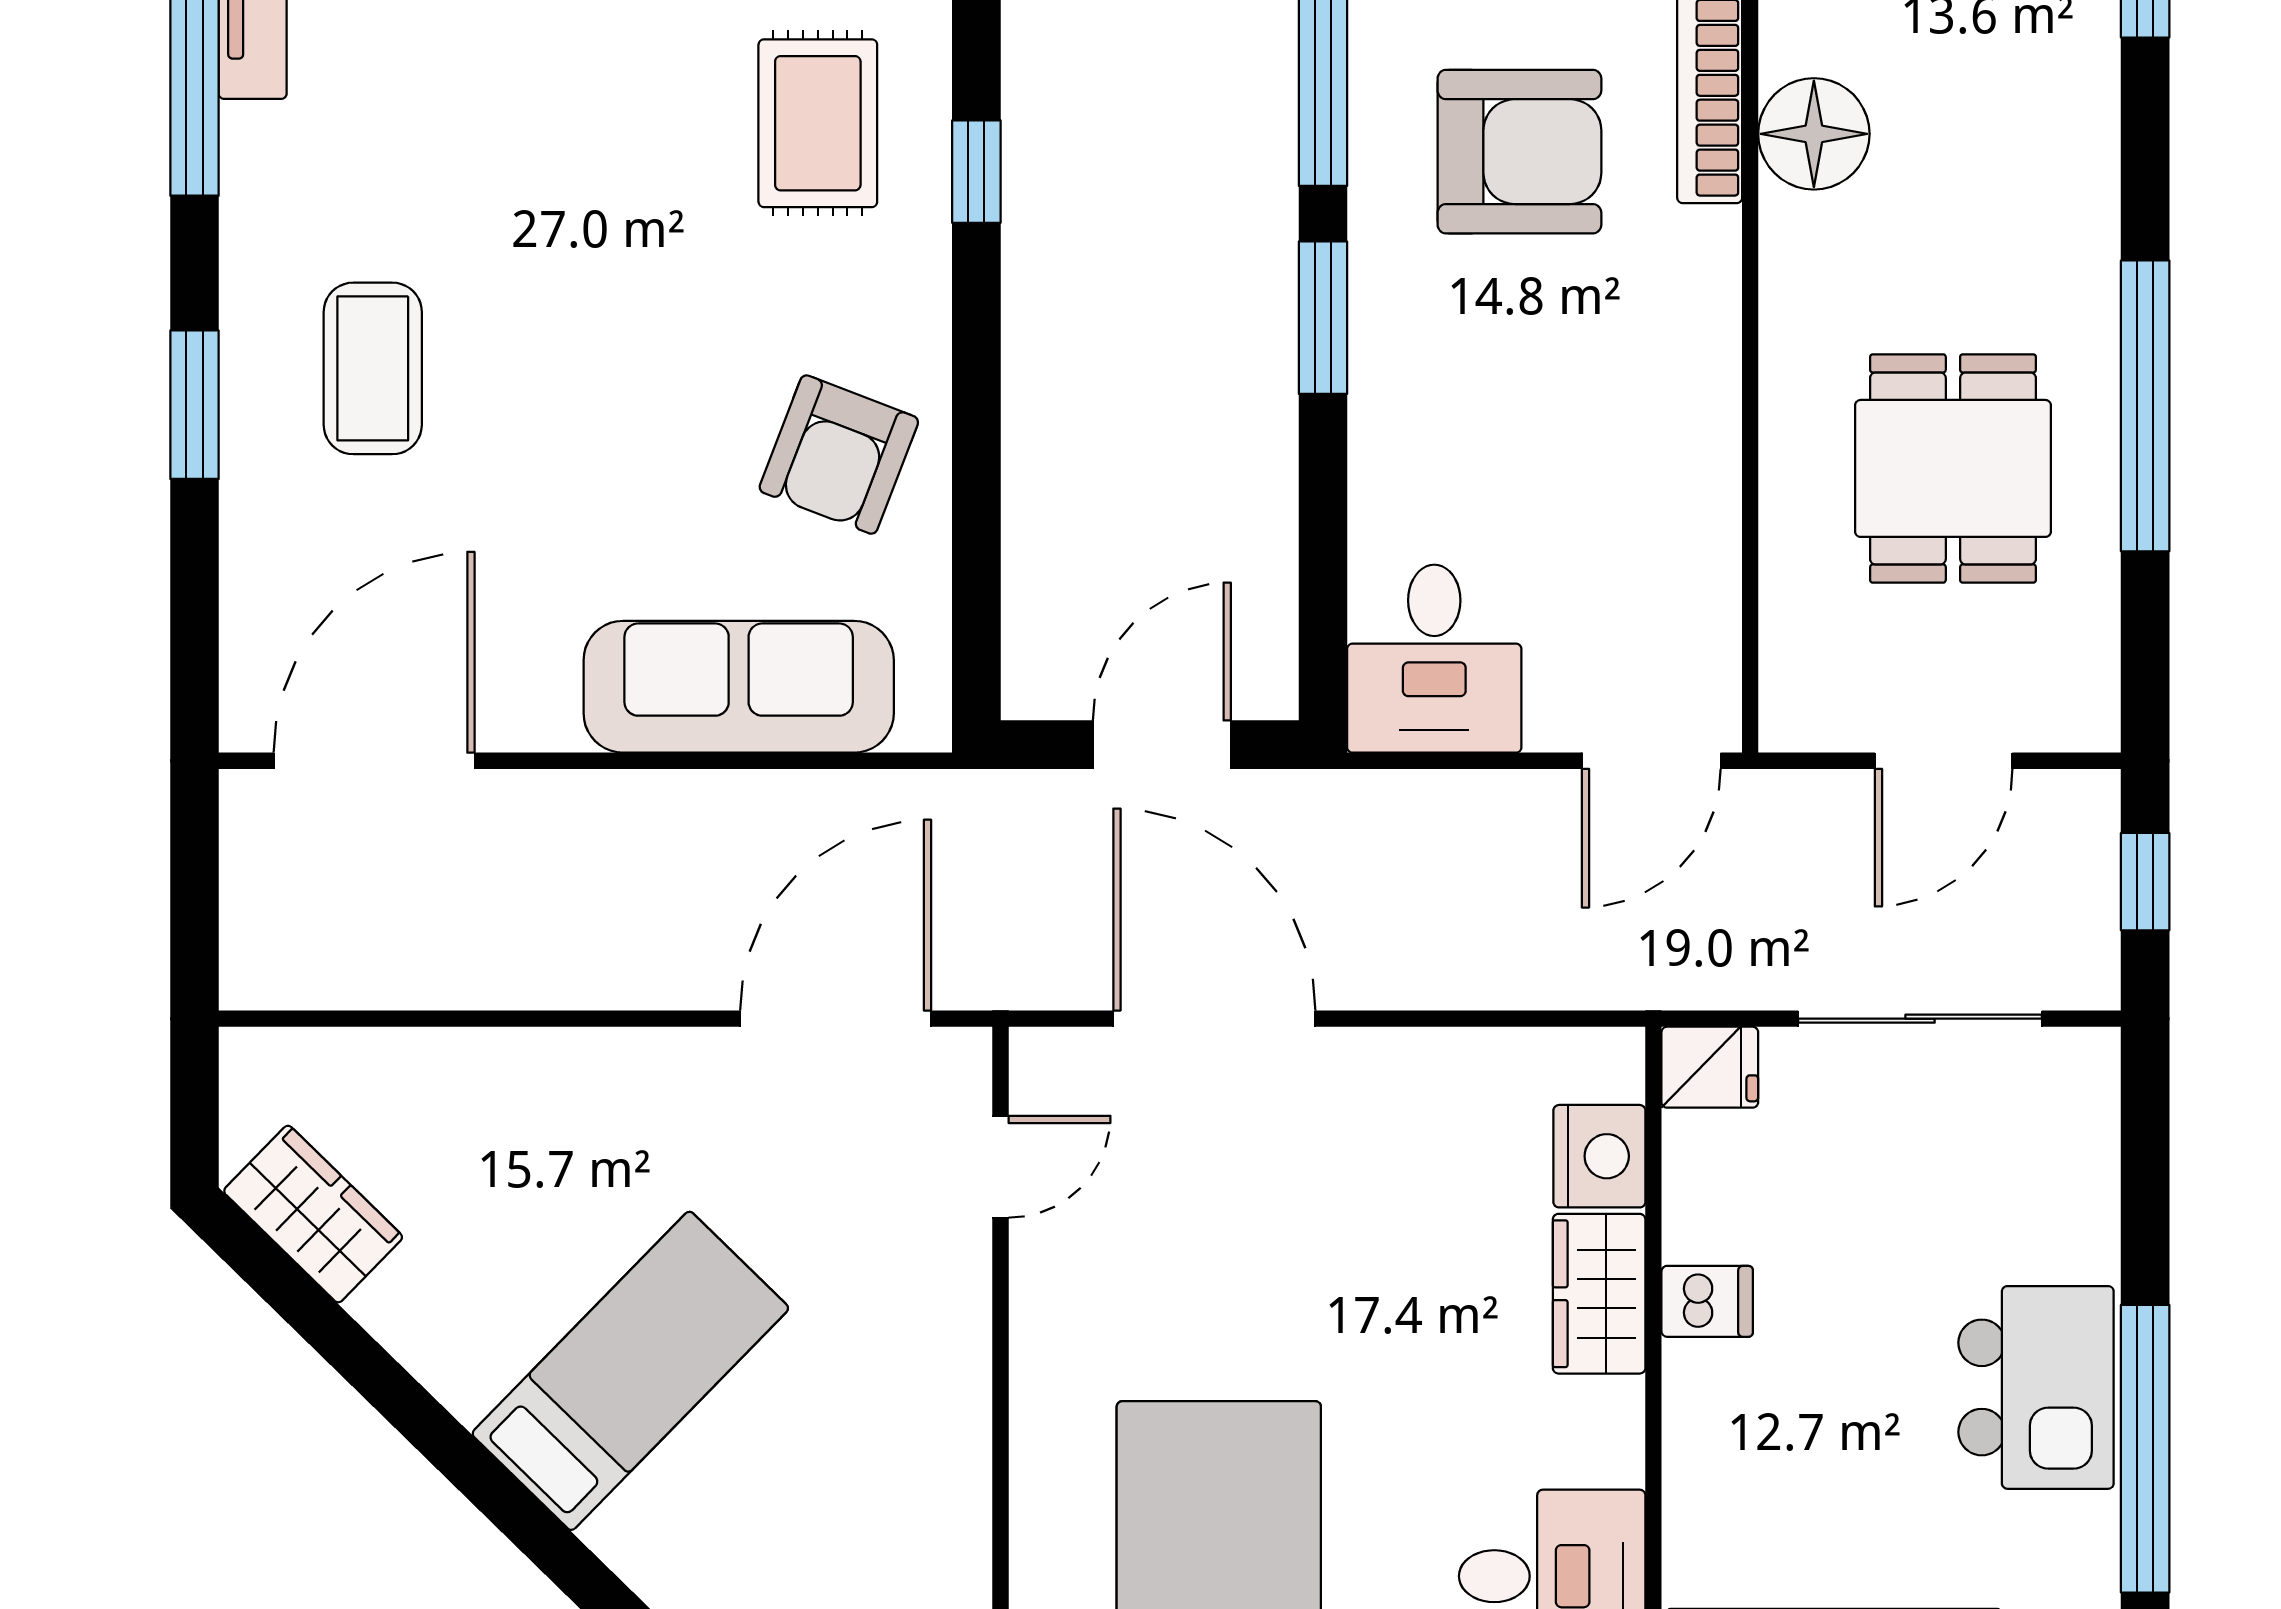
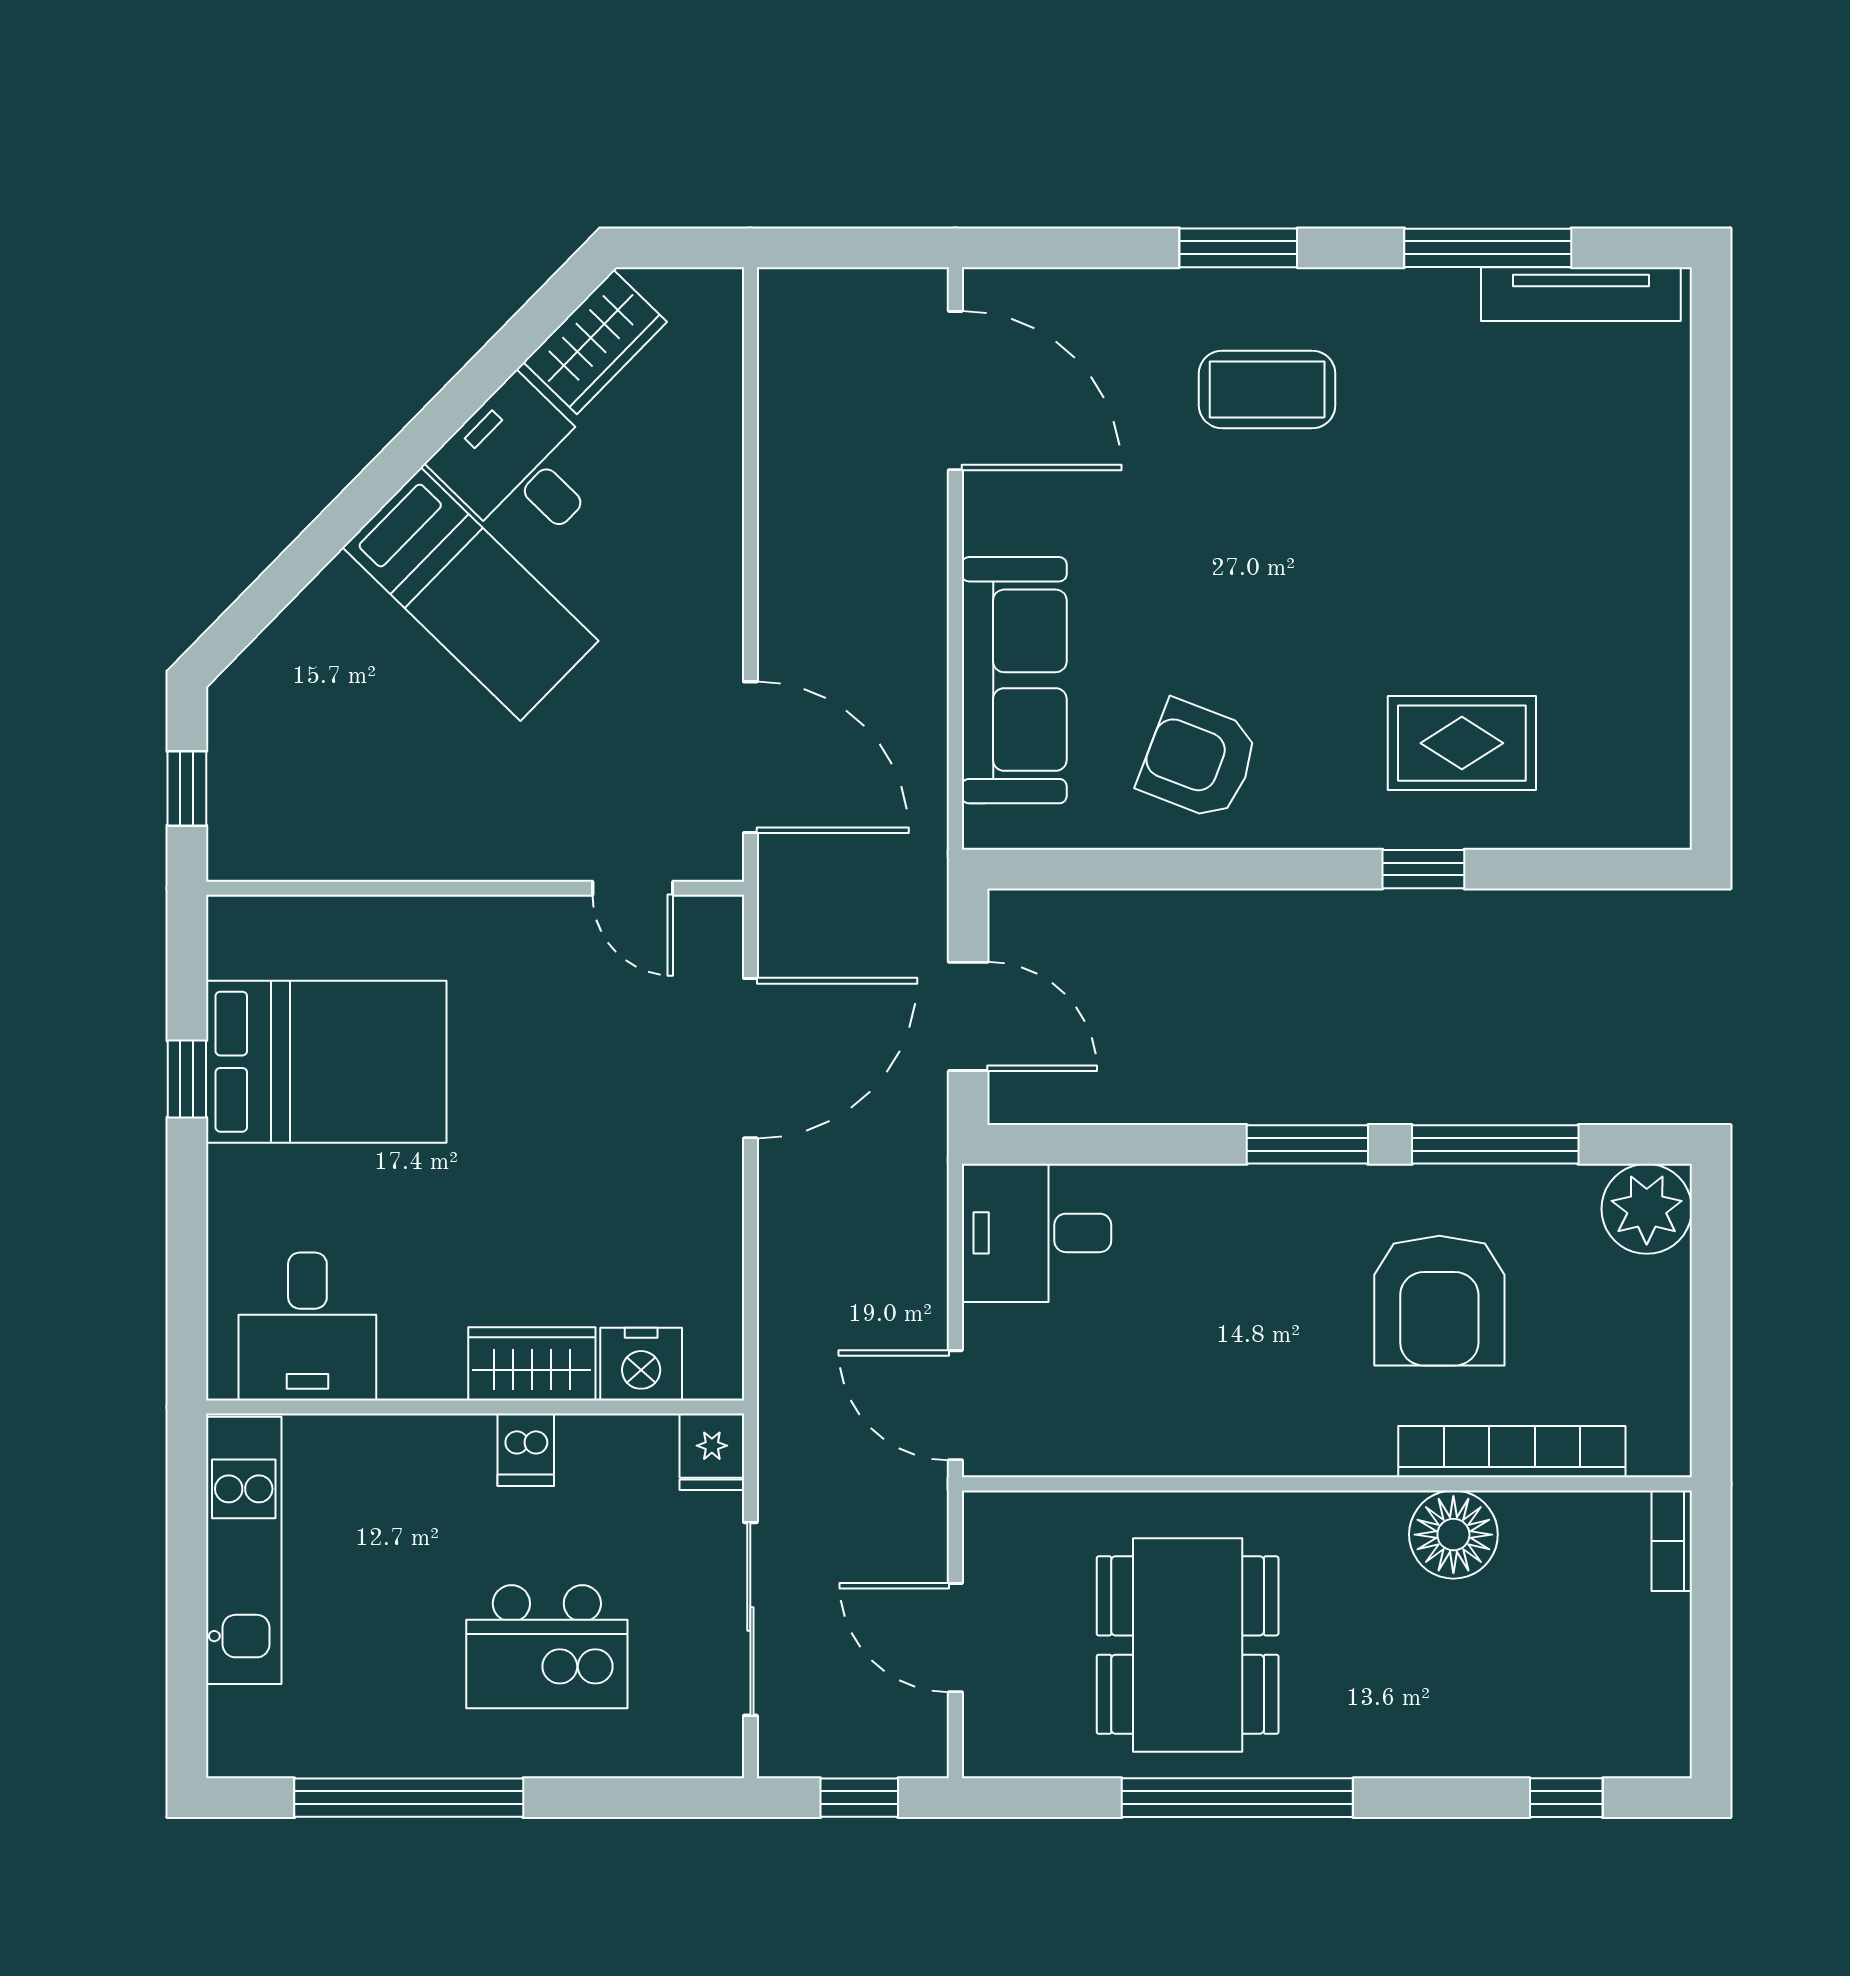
dining table: (1953, 468) -> (1188, 1645), width x1.38
desk: (469, 1307) -> (521, 466), added
kitchen island: (2036, 1387) -> (547, 1647), moved

